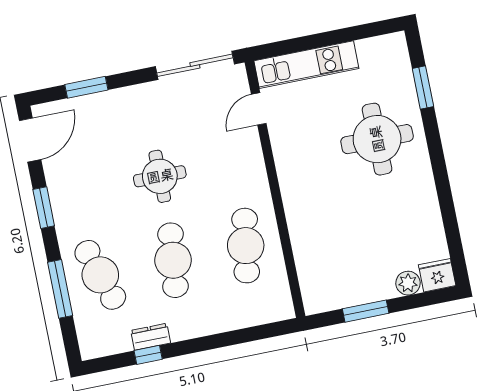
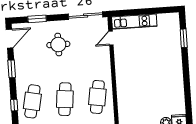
round table: (377, 139) -> (161, 58), removed
round table: (160, 176) -> (58, 45), moved
cafe table: (100, 275) -> (32, 101), turned 30
window: (60, 289) -> (14, 105), width x0.46

